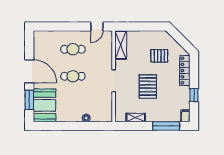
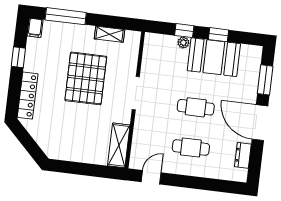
dresser: (38, 48) -> (243, 155), added
pallet: (159, 56) -> (63, 122), removed
pallet: (148, 86) -> (86, 78), width x1.37, depth x1.41
booth: (44, 105) -> (214, 57), moved, turned 90
window: (64, 126) -> (219, 35), added
window: (87, 126) -> (184, 31), added

